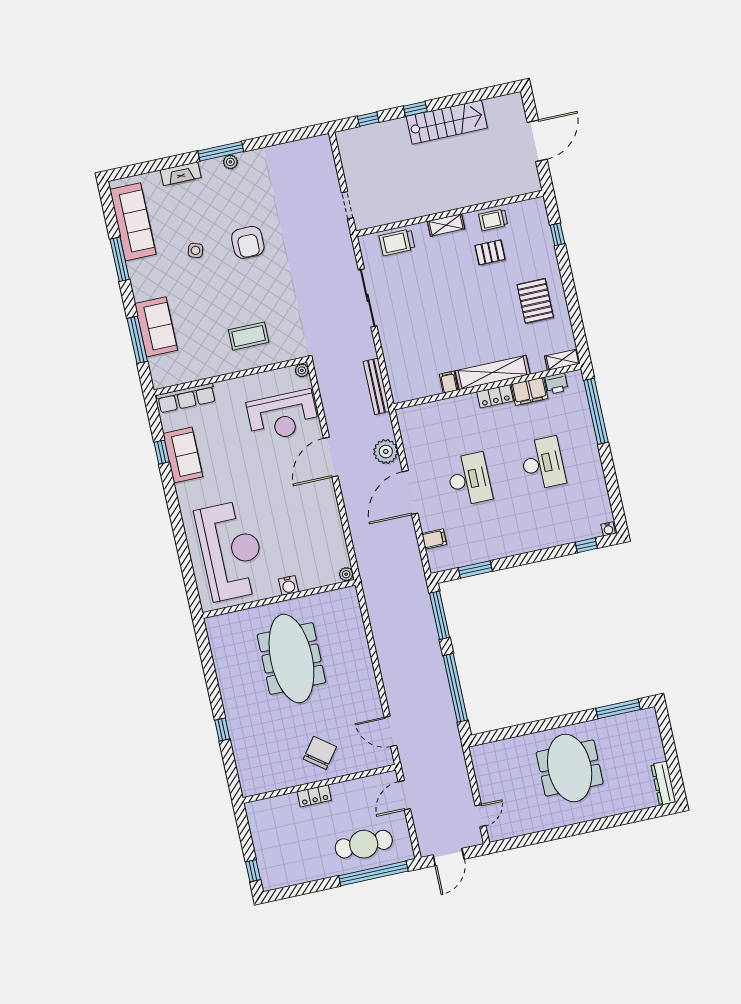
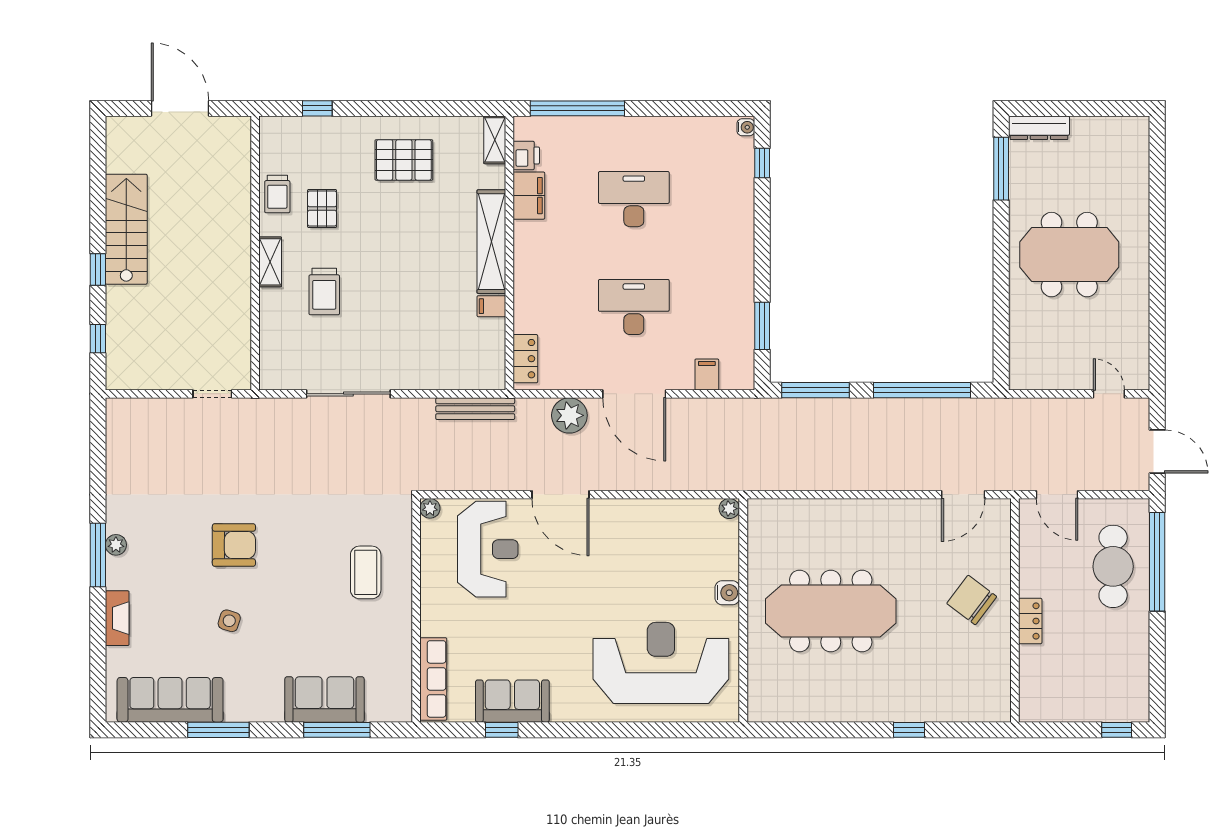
trolley: (397, 242) -> (324, 292), moved
locker: (495, 396) -> (525, 359), moved
dresser: (663, 783) -> (1039, 128), moved

